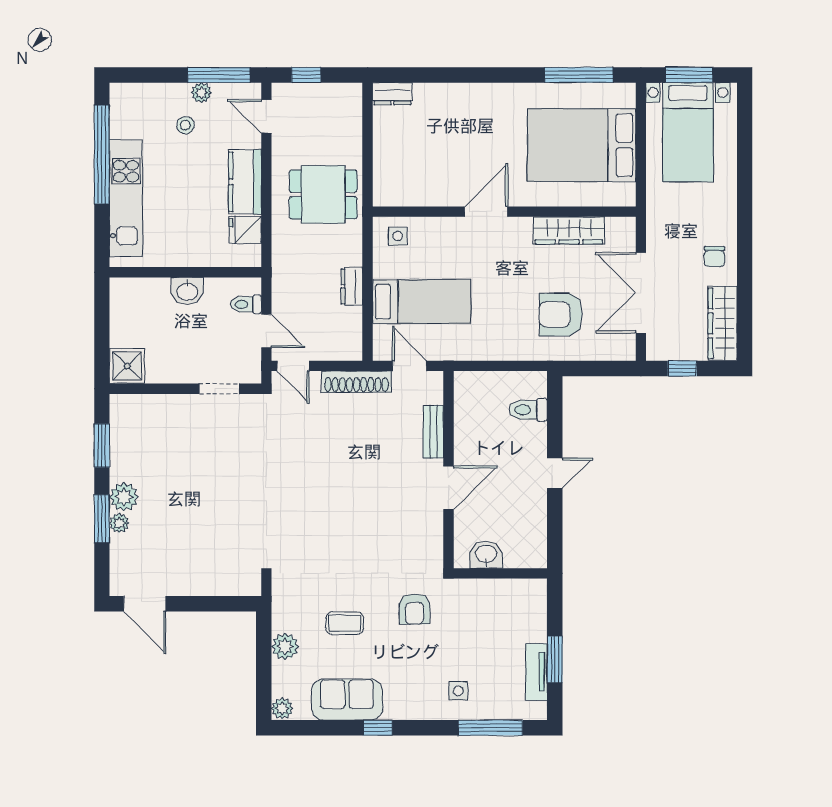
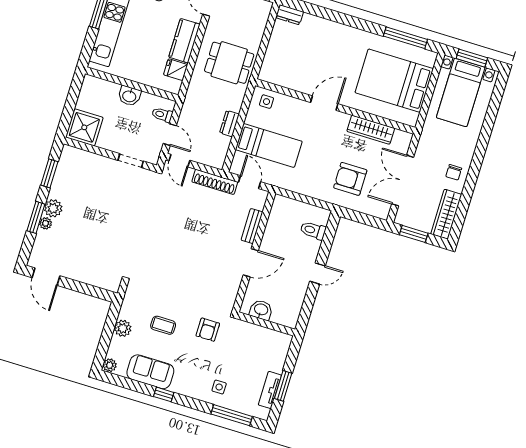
shower: (127, 366) -> (84, 127), width x1.36, depth x1.36
window: (682, 368) -> (414, 234), width x1.50

